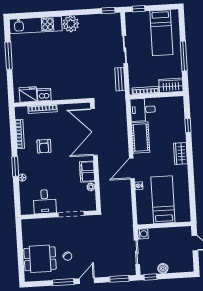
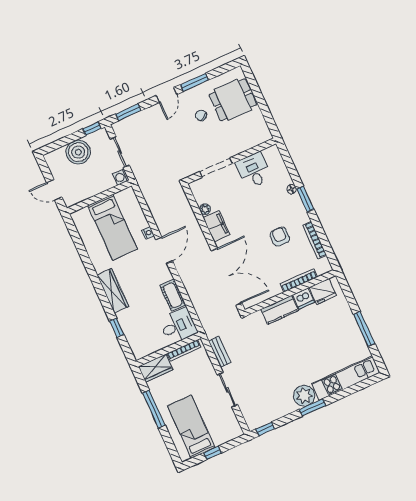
window: (139, 9) -> (213, 453), moved
window: (68, 13) -> (313, 407), added
kitchen counter: (65, 93) -> (279, 310), added
cot: (140, 138) -> (173, 295), width x0.73, depth x0.75
wardrobe: (180, 153) -> (113, 291), width x1.50
boiler: (163, 268) -> (78, 152), width x1.86, depth x1.86

